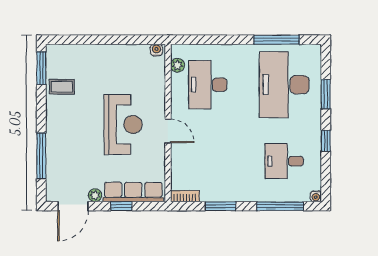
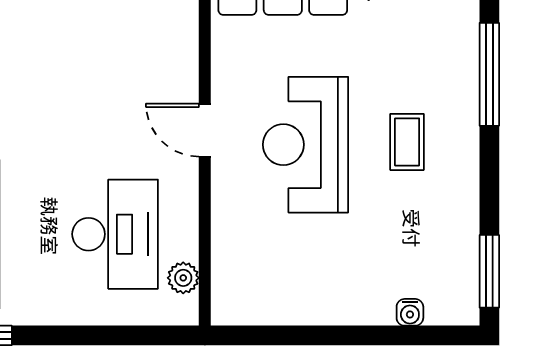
water cooler: (156, 50) -> (410, 312), moved
coffee table: (62, 87) -> (407, 142), moved, turned 90

